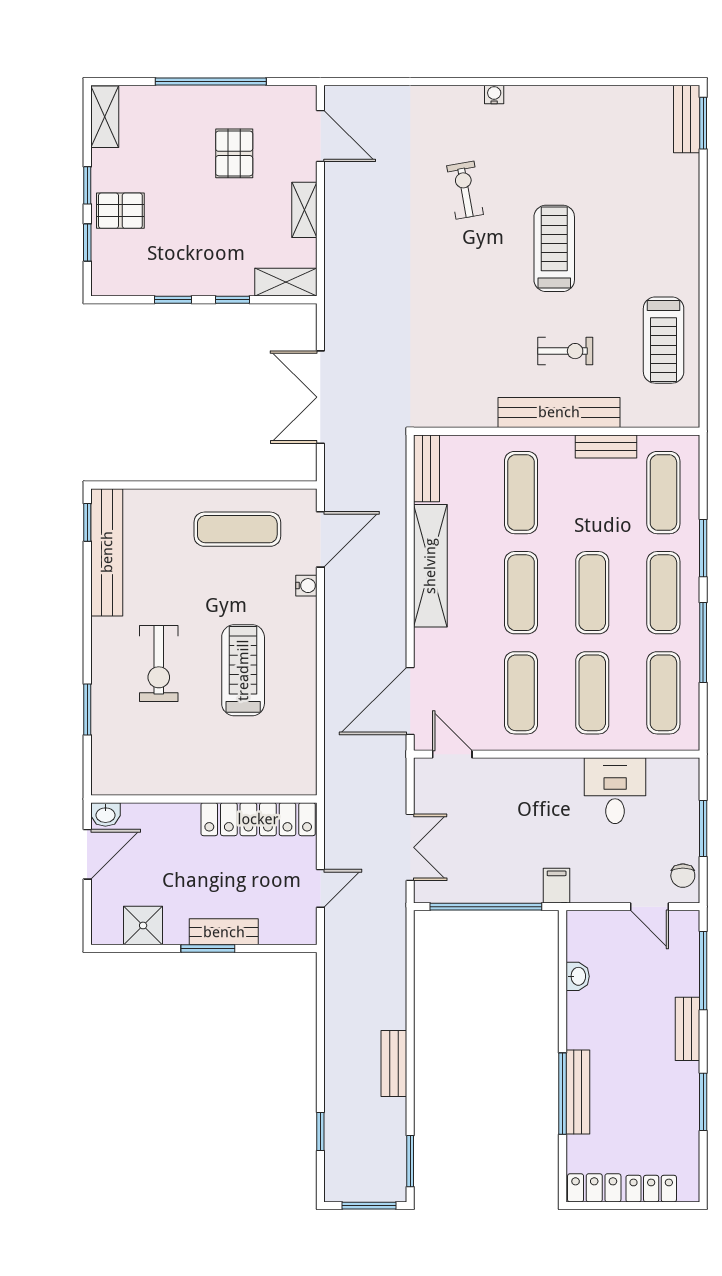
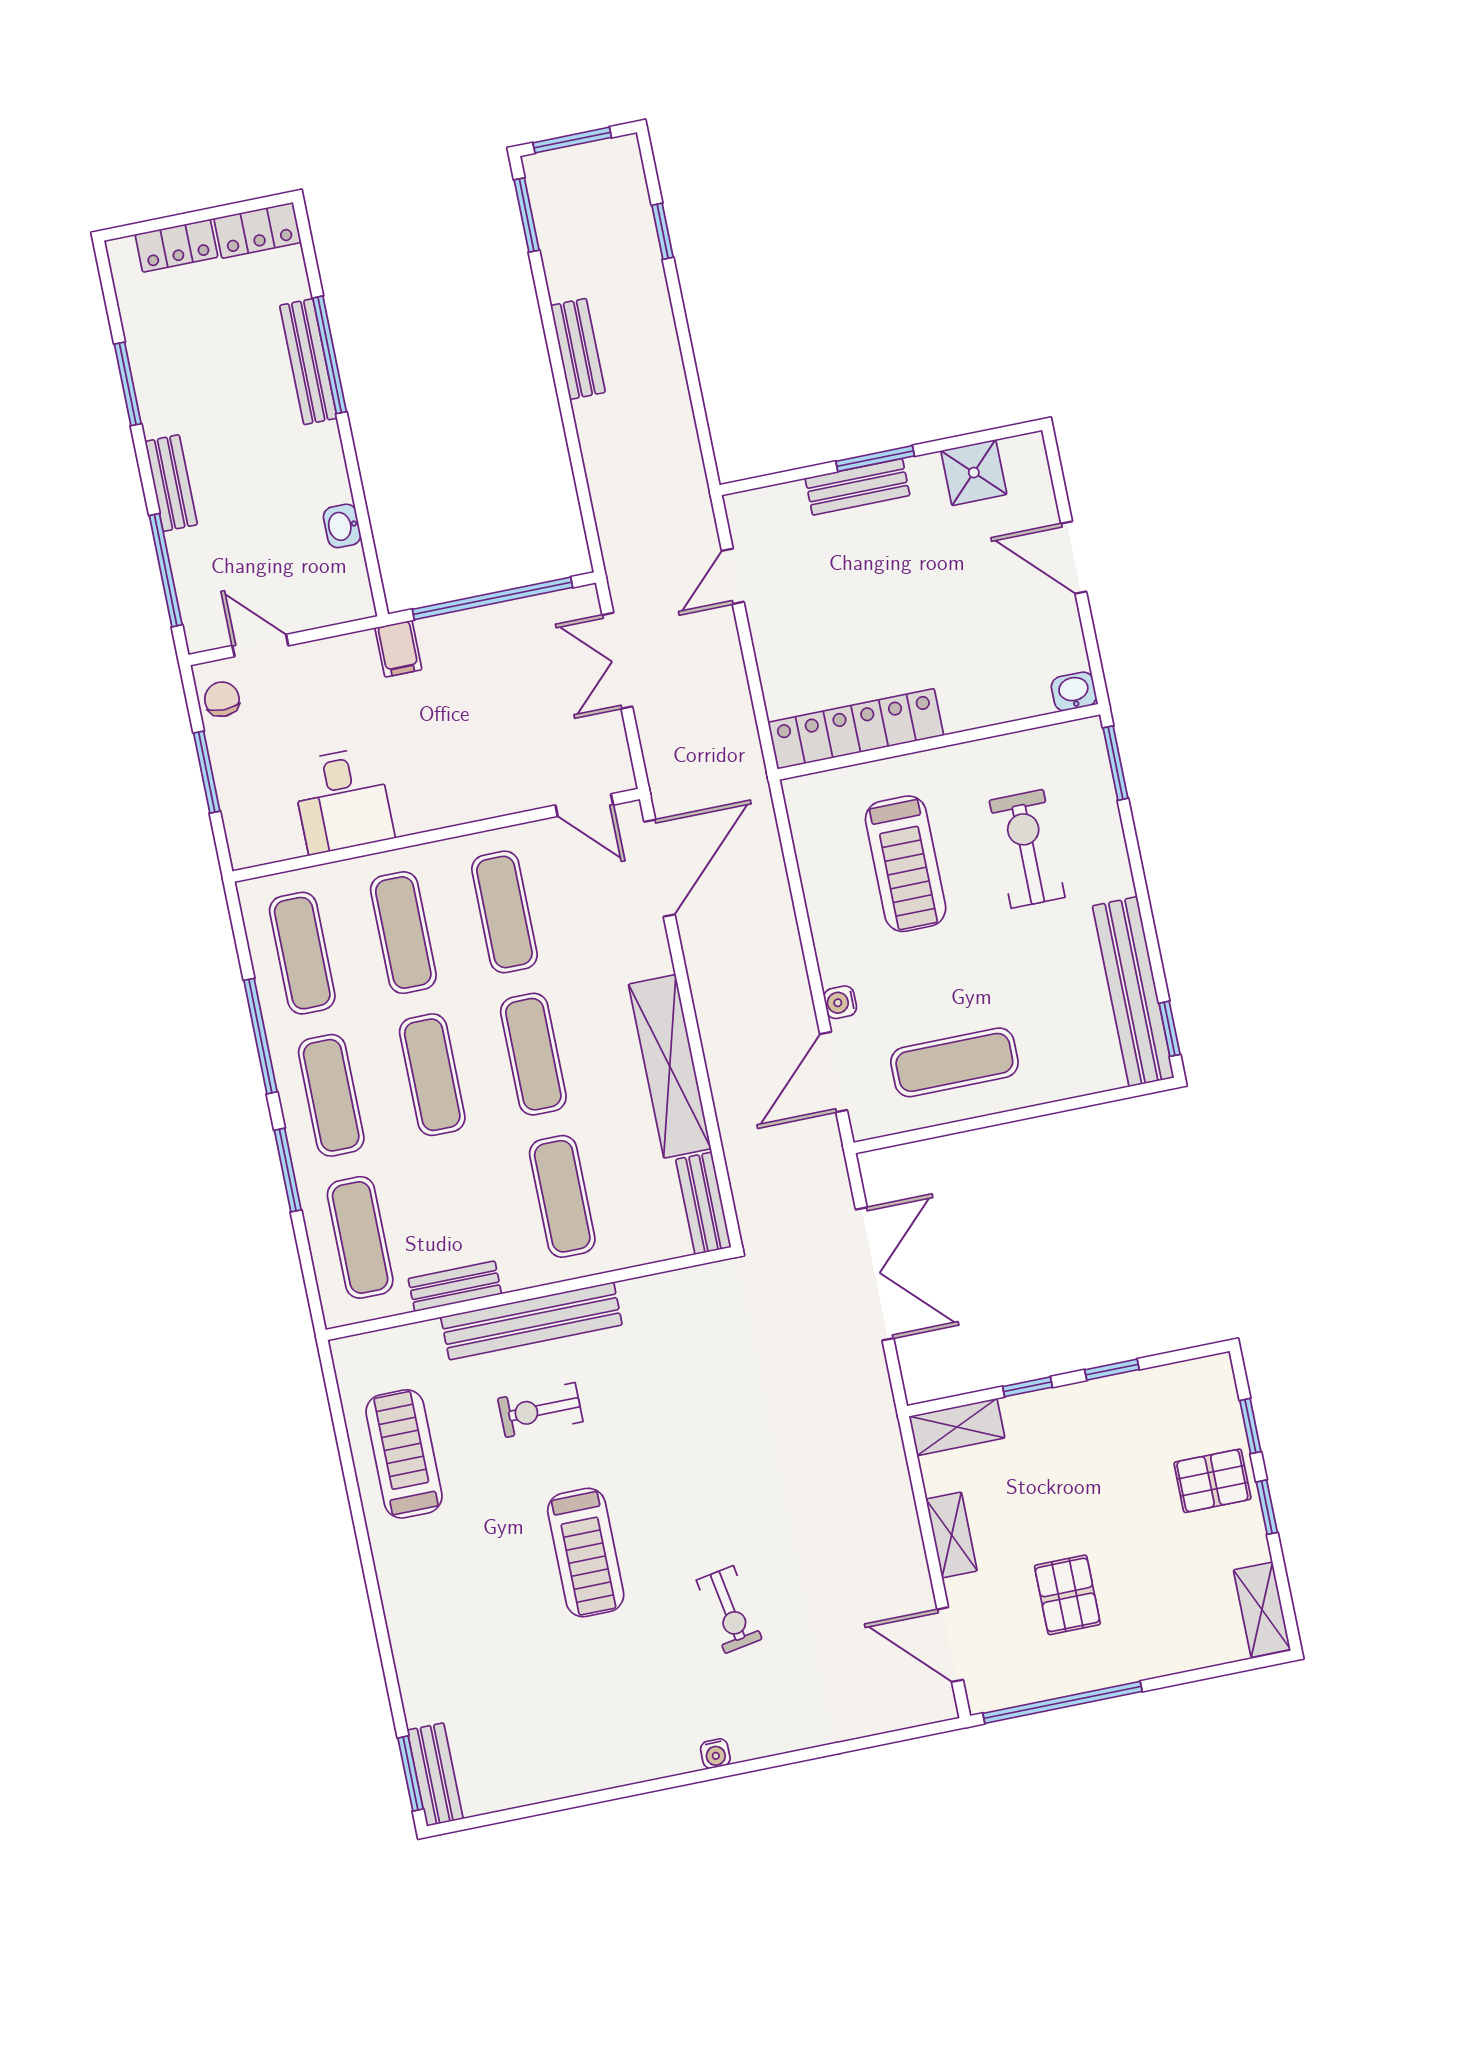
window: (211, 81) -> (1063, 1702), moved
wall: (204, 799) -> (939, 742), moved
washbasin: (105, 814) -> (1074, 691), moved
locker: (258, 819) -> (856, 729), moved
door: (87, 854) -> (1074, 558), hinge flipped

